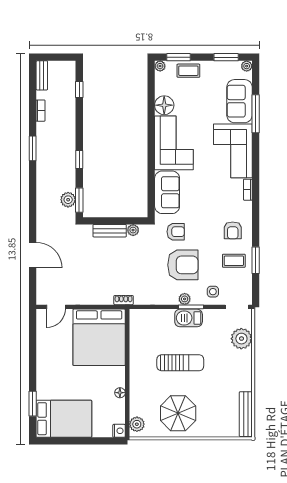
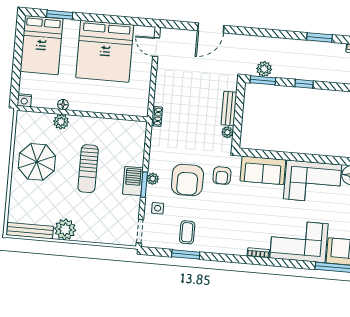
armchair: (233, 230) -> (218, 234), removed
bed: (99, 337) -> (105, 51), moved, turned -90
plant: (241, 339) -> (65, 229), moved
plant: (137, 424) -> (61, 122), moved

